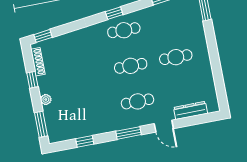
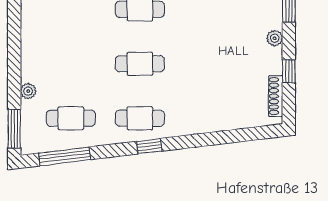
plant: (200, 34) -> (28, 91), added
window: (43, 36) -> (261, 133), removed
cafe table: (176, 57) -> (71, 118), moved

